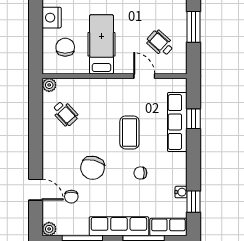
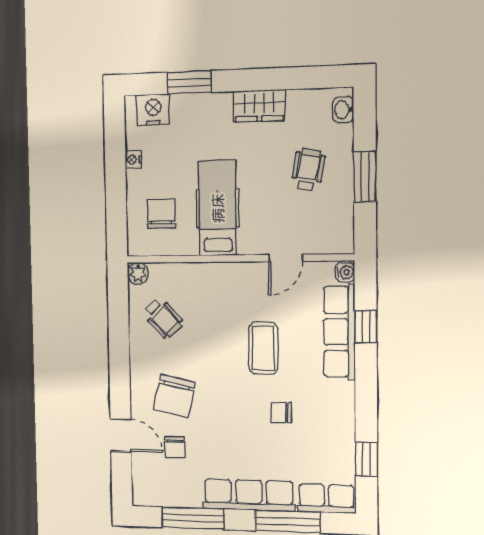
nightstand: (52, 18) -> (133, 159), width x0.53, depth x0.56
wheelchair: (160, 43) -> (308, 170), moved, turned 58
door: (144, 76) -> (286, 258), swing flipped
chair: (93, 168) -> (174, 396), moved
water cooler: (181, 192) -> (345, 272), moved
plant: (49, 229) -> (142, 496), removed

